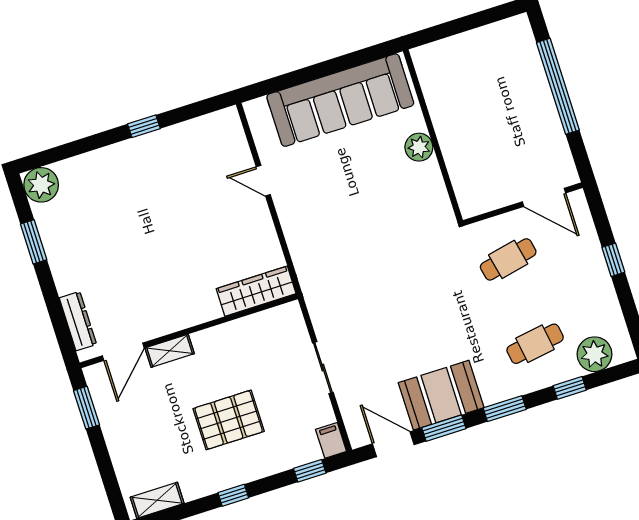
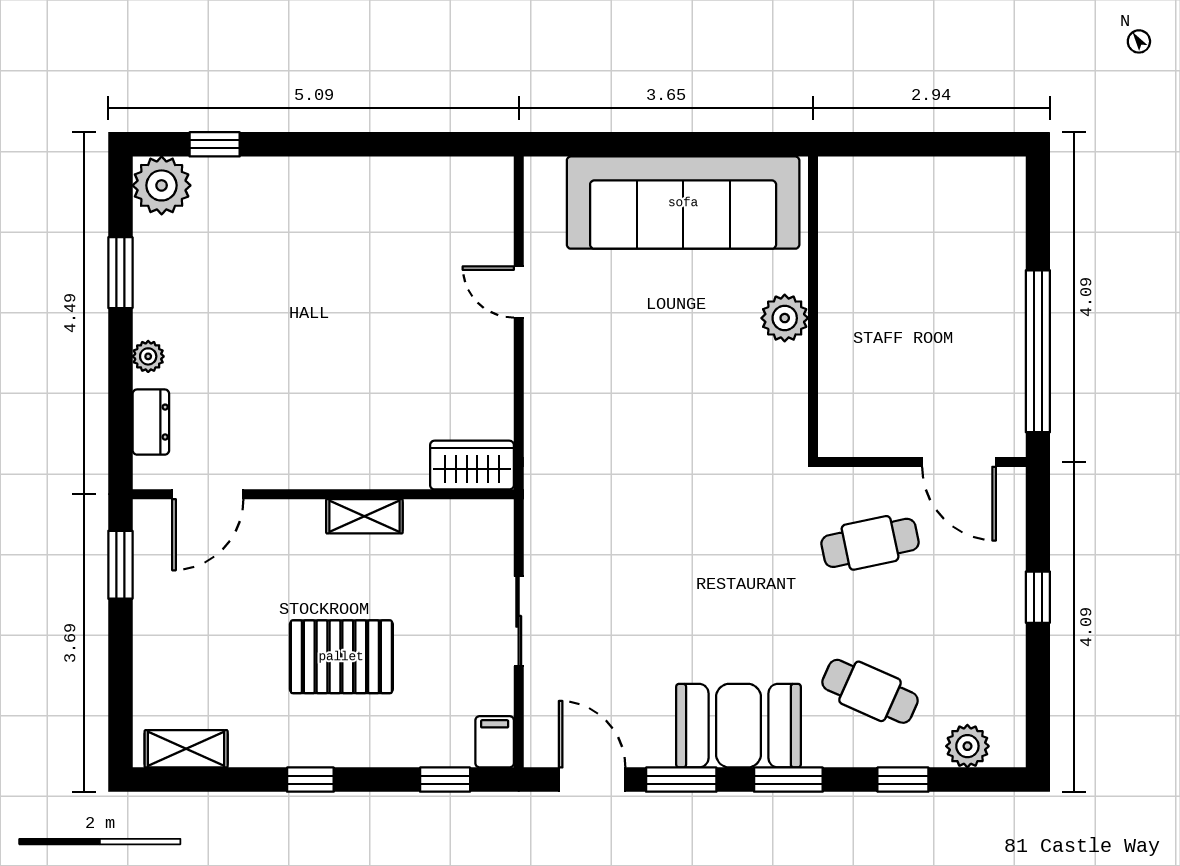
window: (558, 86) -> (1038, 351), moved
window: (144, 126) -> (215, 144), moved
plant: (64, 284) -> (148, 356), added
wardrobe: (256, 291) -> (472, 465), width x0.67
dresser: (78, 321) -> (151, 422), width x0.70
cafe table: (535, 344) -> (870, 691), turned 33
shelving: (170, 351) -> (364, 516), moved
plant: (595, 354) -> (967, 746), width x0.73, depth x0.73
booth: (441, 395) -> (738, 726), moved

